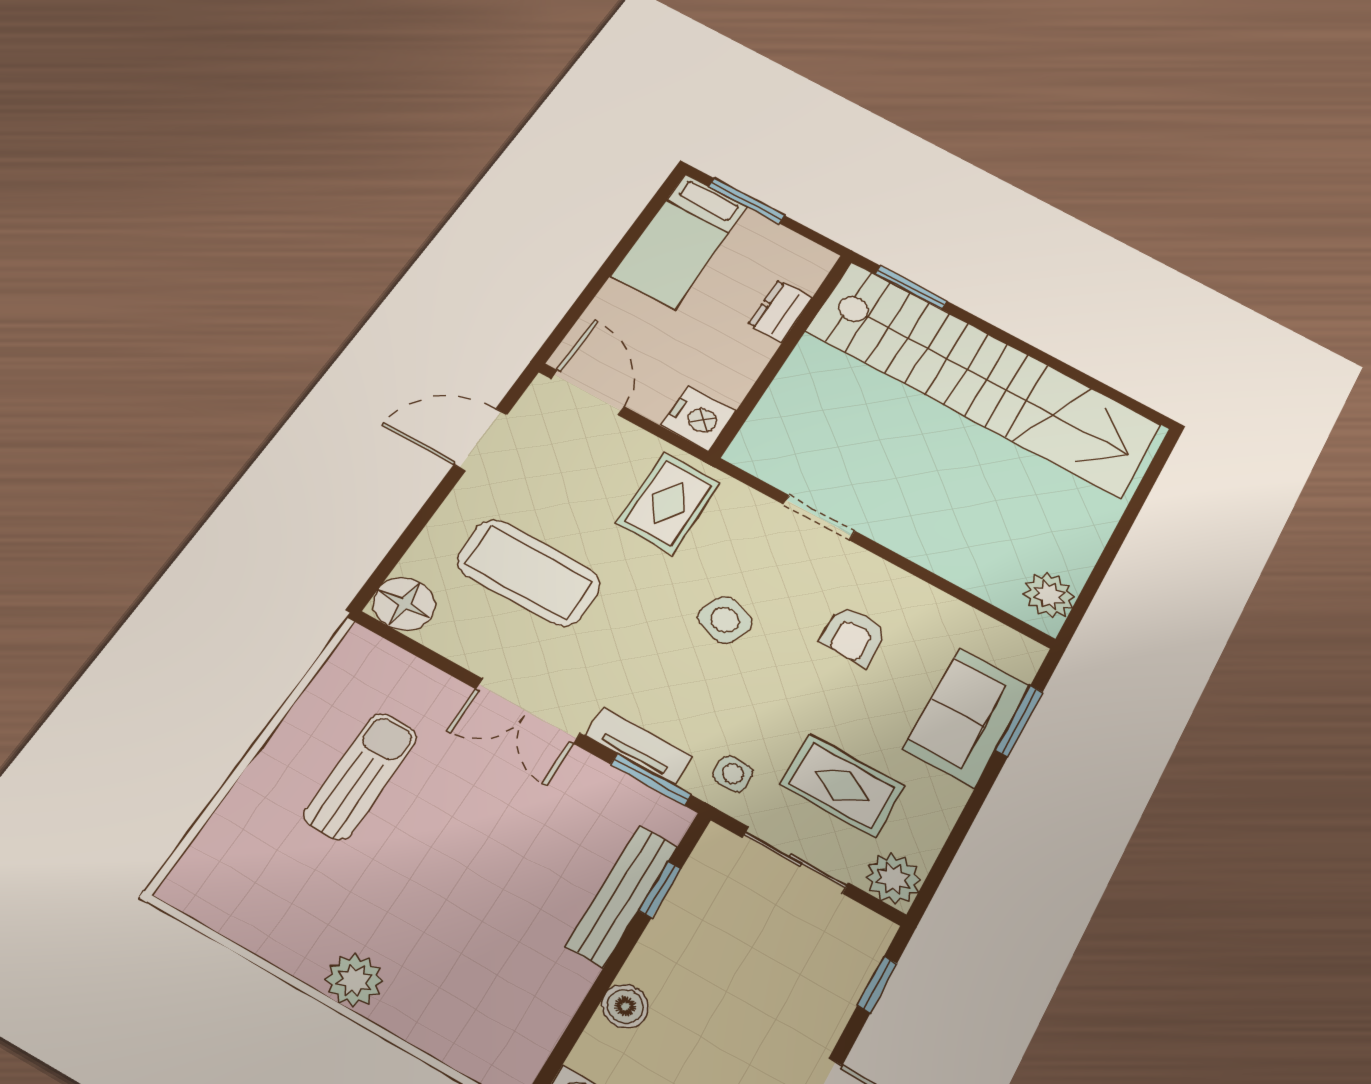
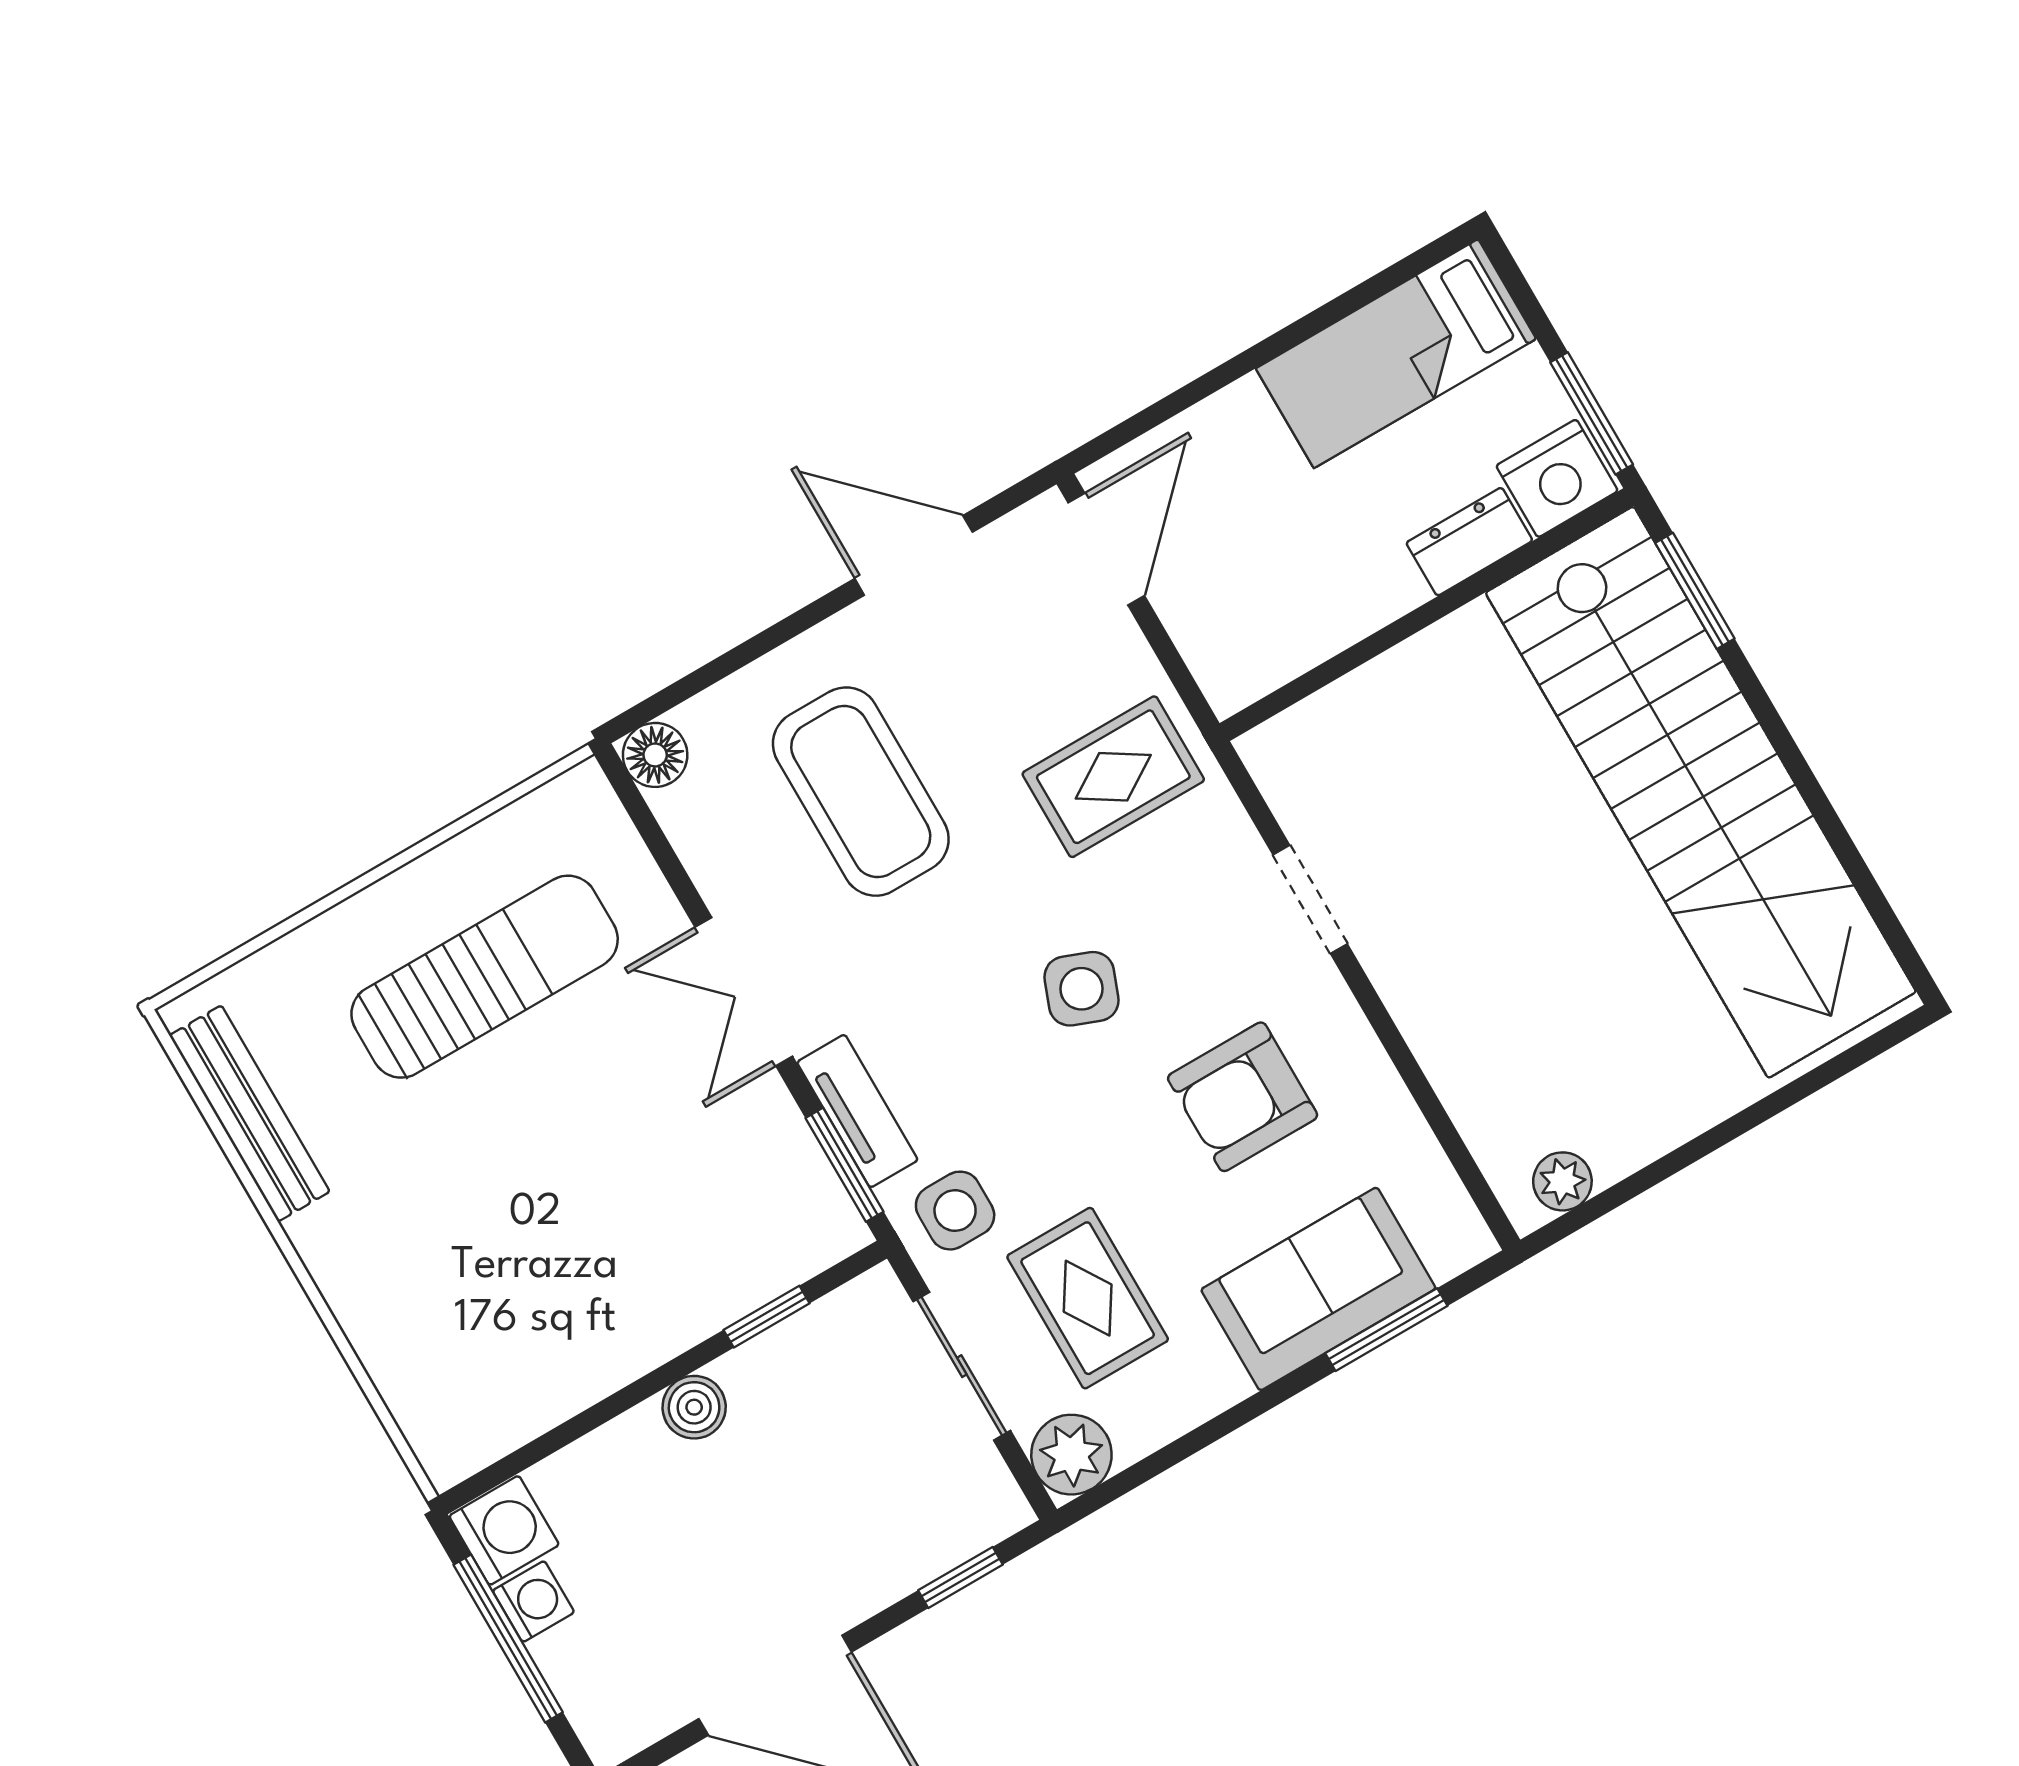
window: (747, 201) -> (1592, 413), moved
nightstand: (699, 418) -> (1557, 478), moved
plant: (1049, 595) -> (1562, 1181), width x0.73, depth x0.73
floor lamp: (404, 604) -> (655, 755), width x0.73, depth x0.73
armchair: (854, 635) -> (1243, 1097), width x1.38, depth x1.38
side table: (733, 774) -> (955, 1211), width x1.37, depth x1.37
sun lounger: (361, 776) -> (485, 977), width x1.36, depth x1.34
bench: (622, 896) -> (250, 1114), moved, turned 90
plant: (354, 980) -> (333, 1241), removed
boiler: (625, 1006) -> (694, 1407), moved

